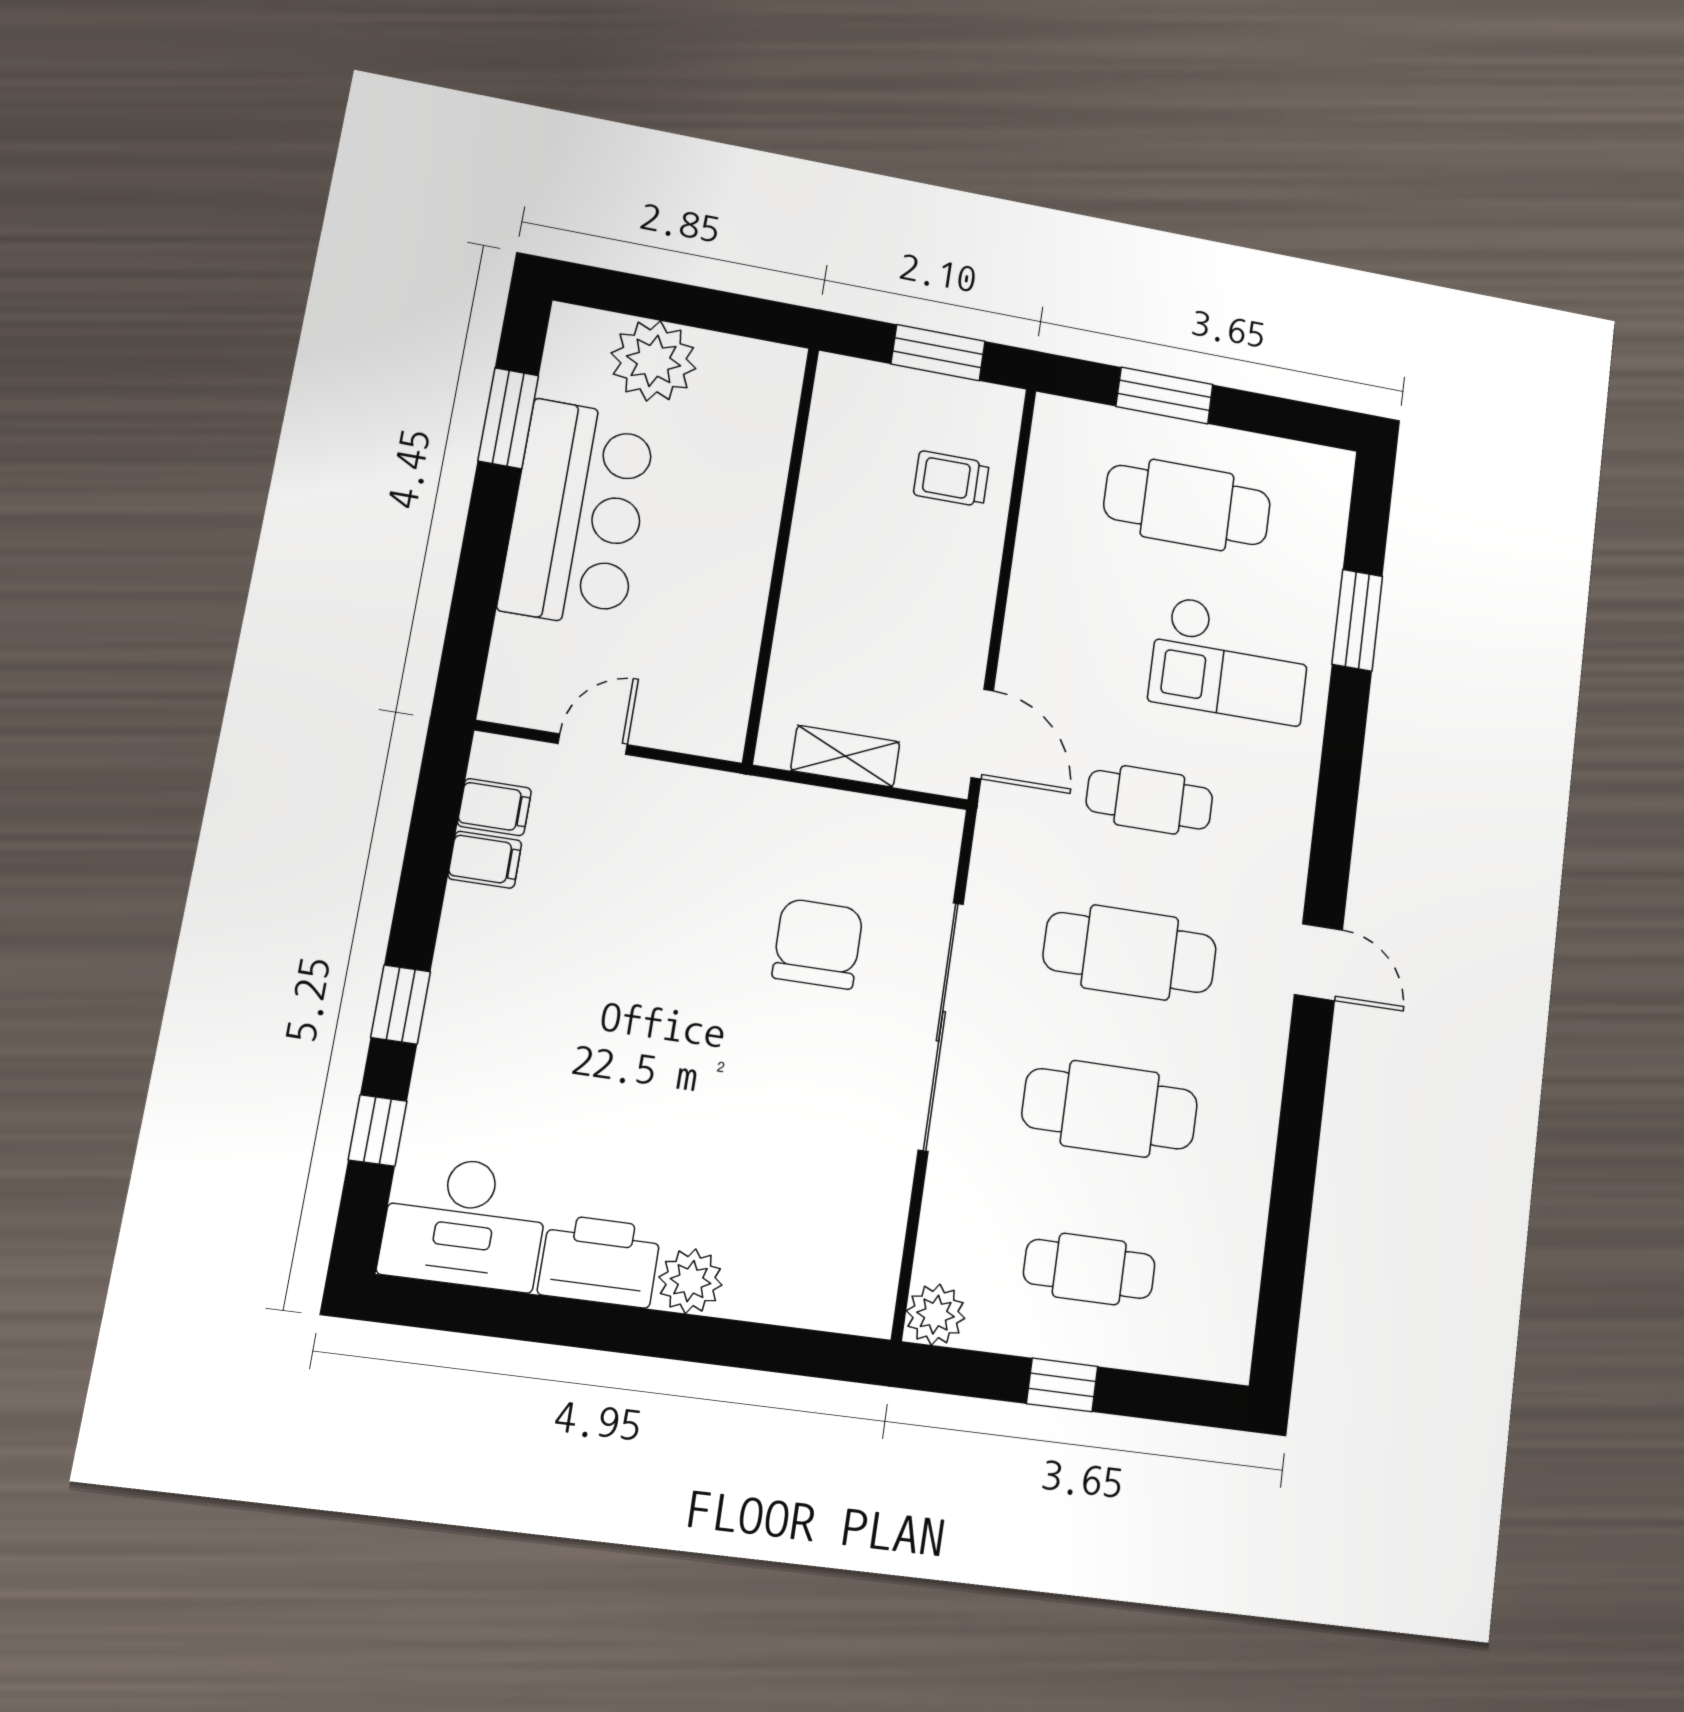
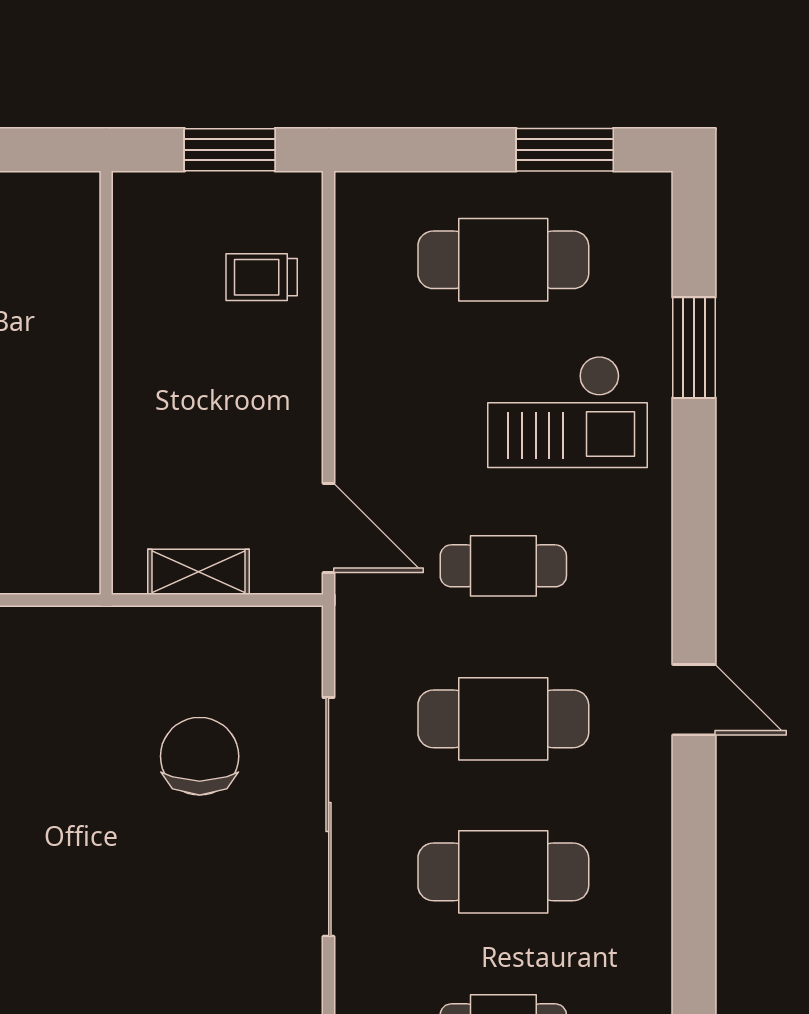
window: (1165, 395) -> (565, 150), moved

